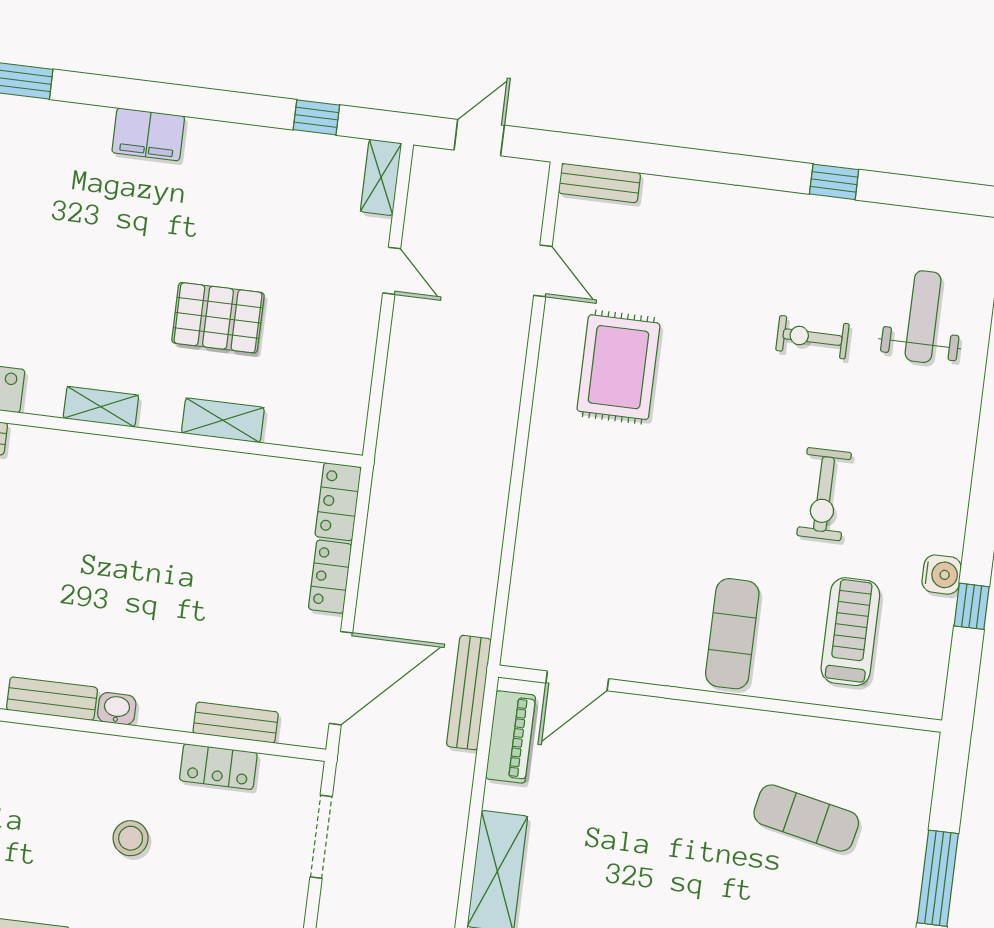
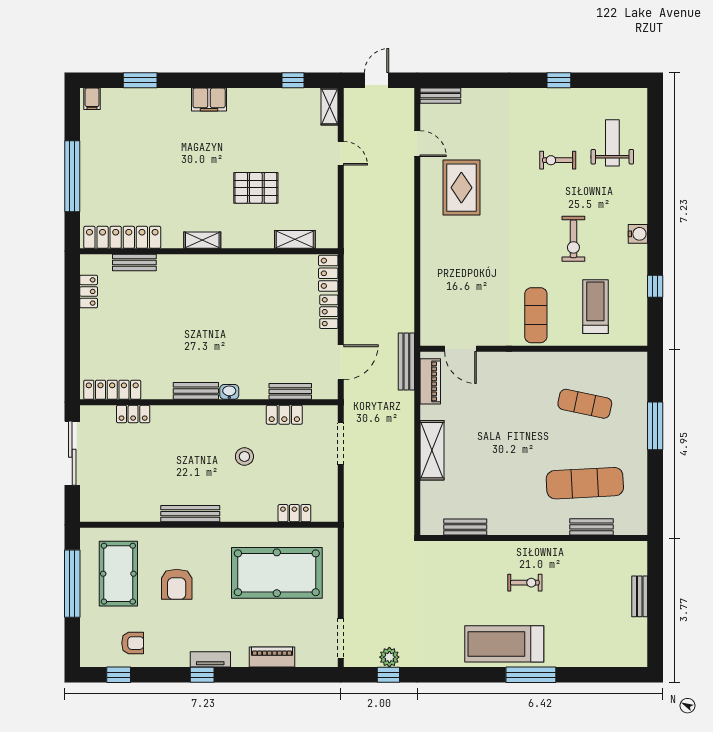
shelving: (223, 420) -> (295, 239), moved
water cooler: (942, 575) -> (638, 234), moved
door: (341, 678) -> (341, 362), width x0.73
door: (577, 681) -> (460, 349), hinge flipped

